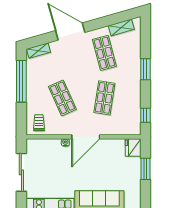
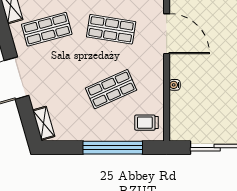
window: (21, 81) -> (113, 148), moved
door: (86, 137) -> (167, 34), moved

